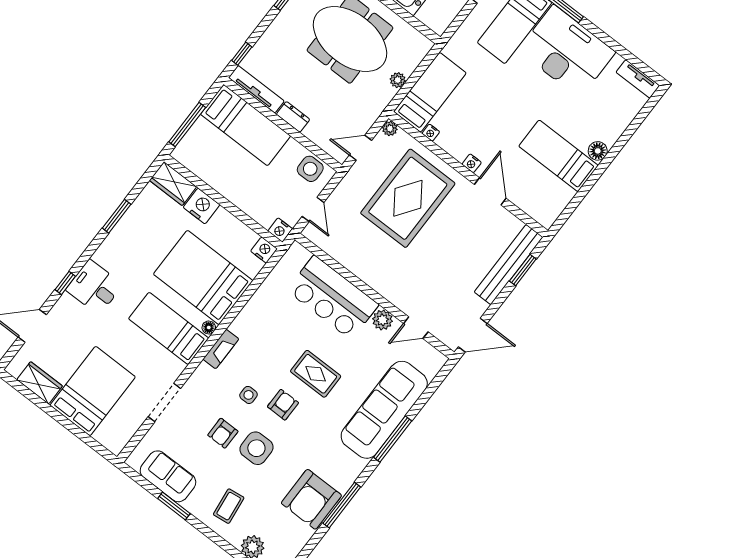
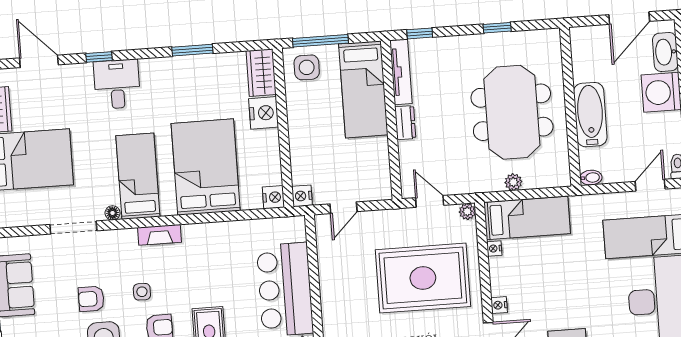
bidet: (441, 25) -> (591, 178), added
side table: (310, 169) -> (307, 67), moved
floor lamp: (209, 327) -> (113, 213), moved

